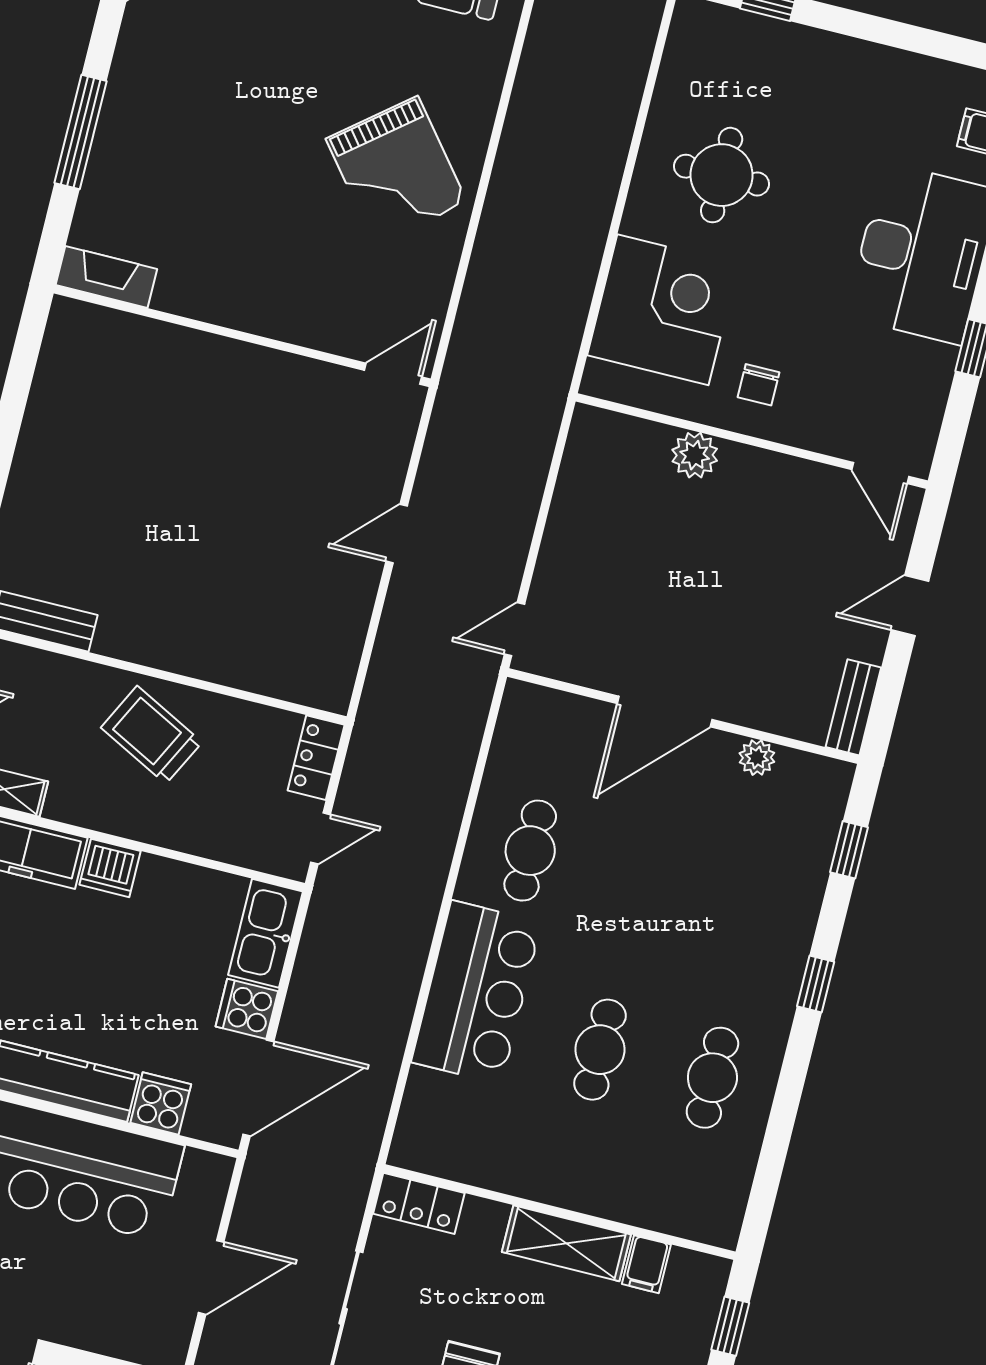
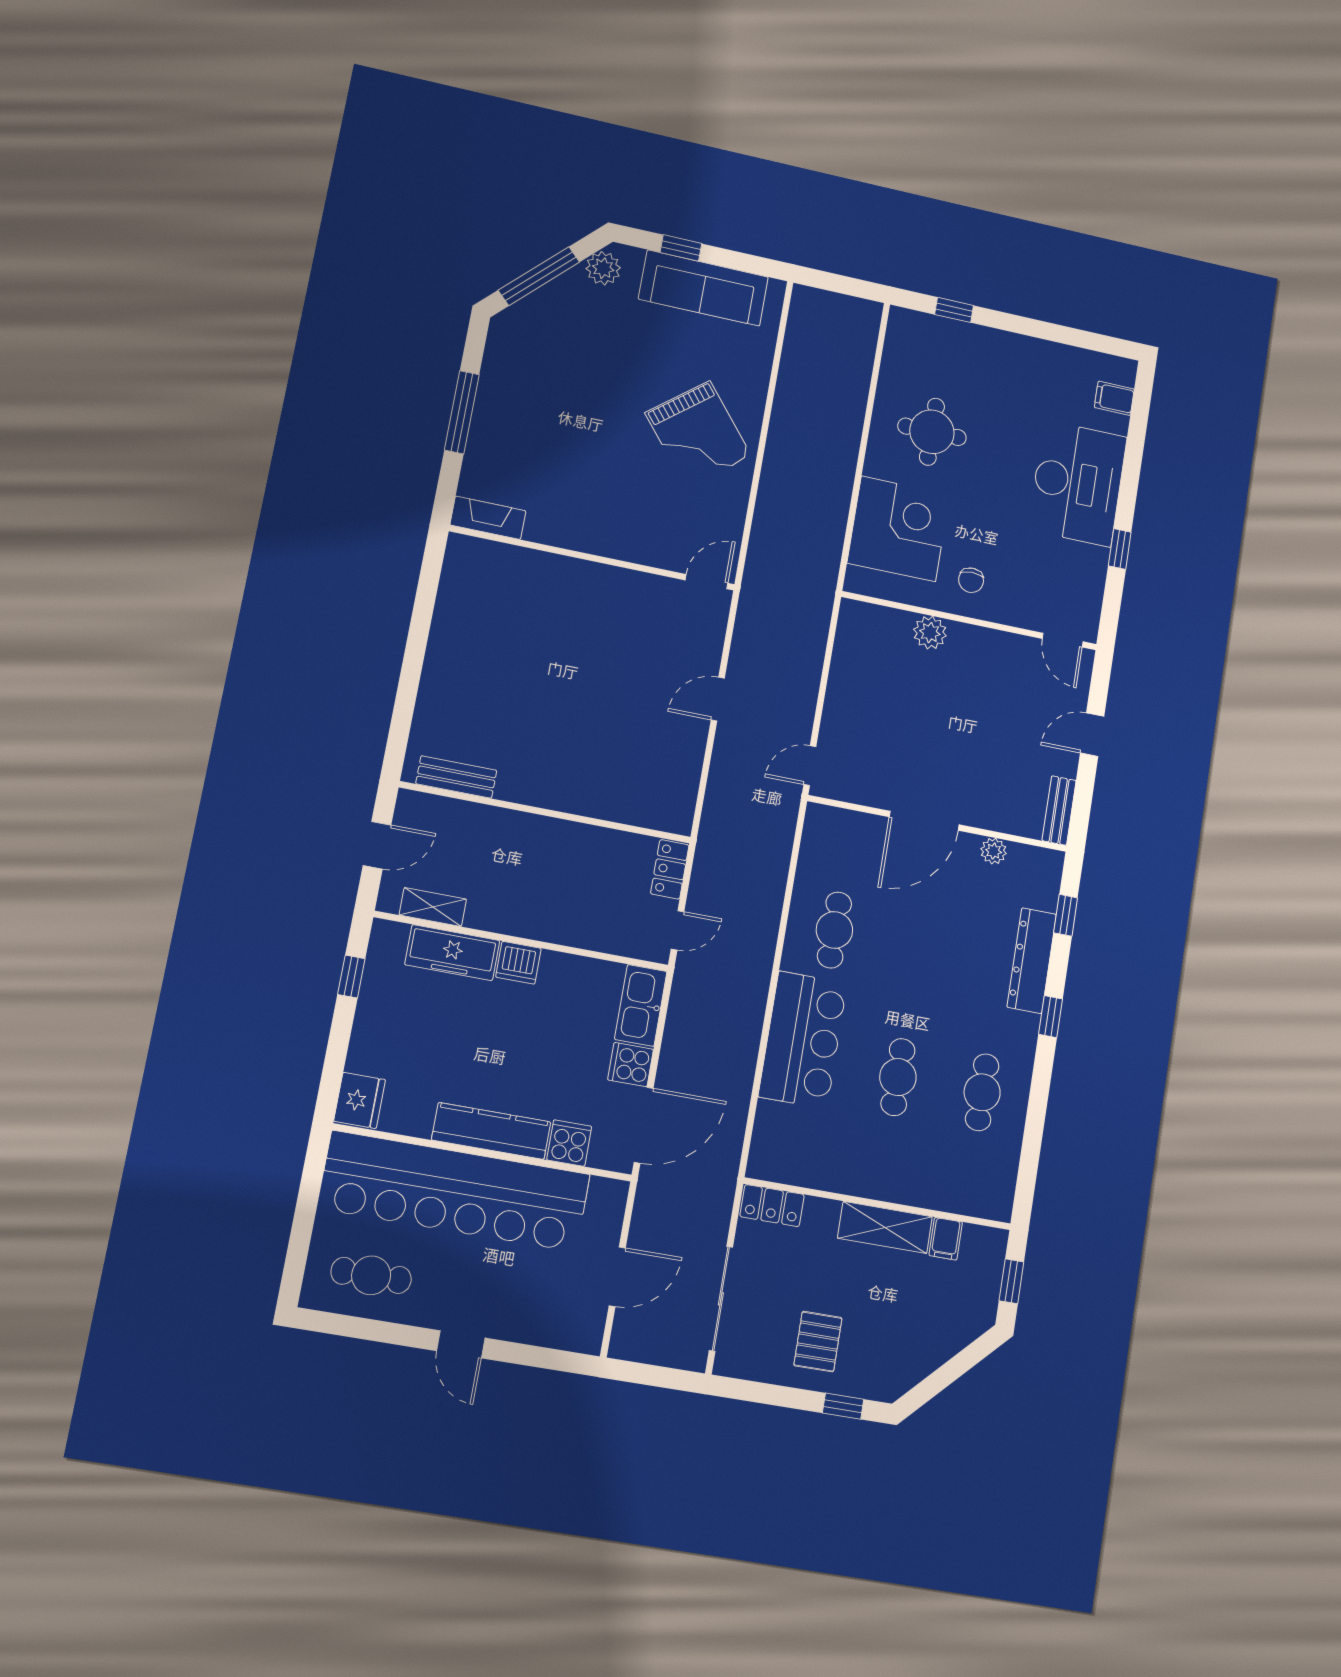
trolley: (152, 735) -> (544, 859), removed
dresser: (796, 908) -> (1032, 961), added

